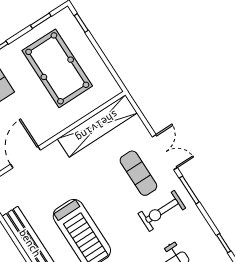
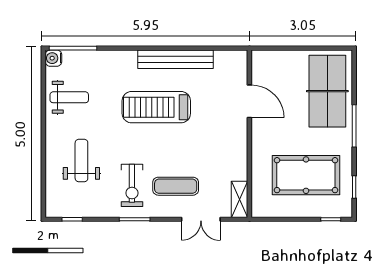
shelving: (97, 126) -> (240, 199), width x0.45, depth x0.75
double door: (165, 152) -> (201, 219), moved
exercise bike: (162, 211) -> (132, 185), turned 180

